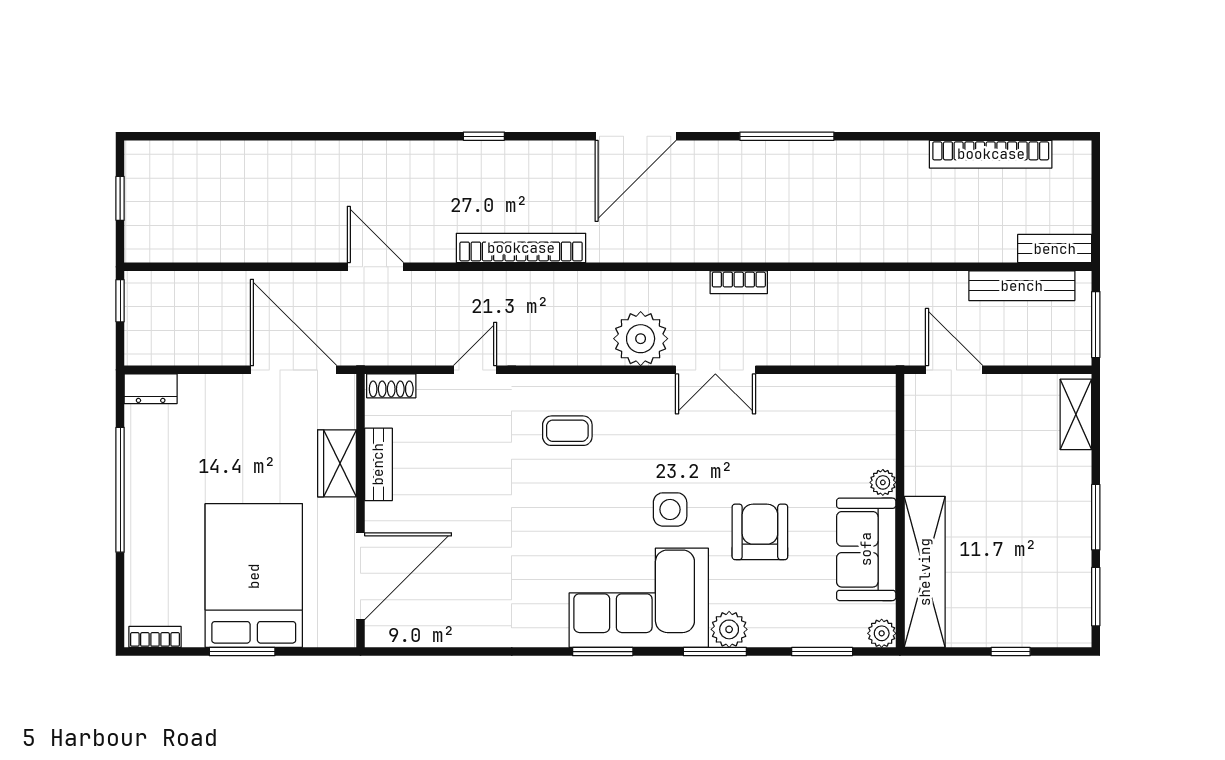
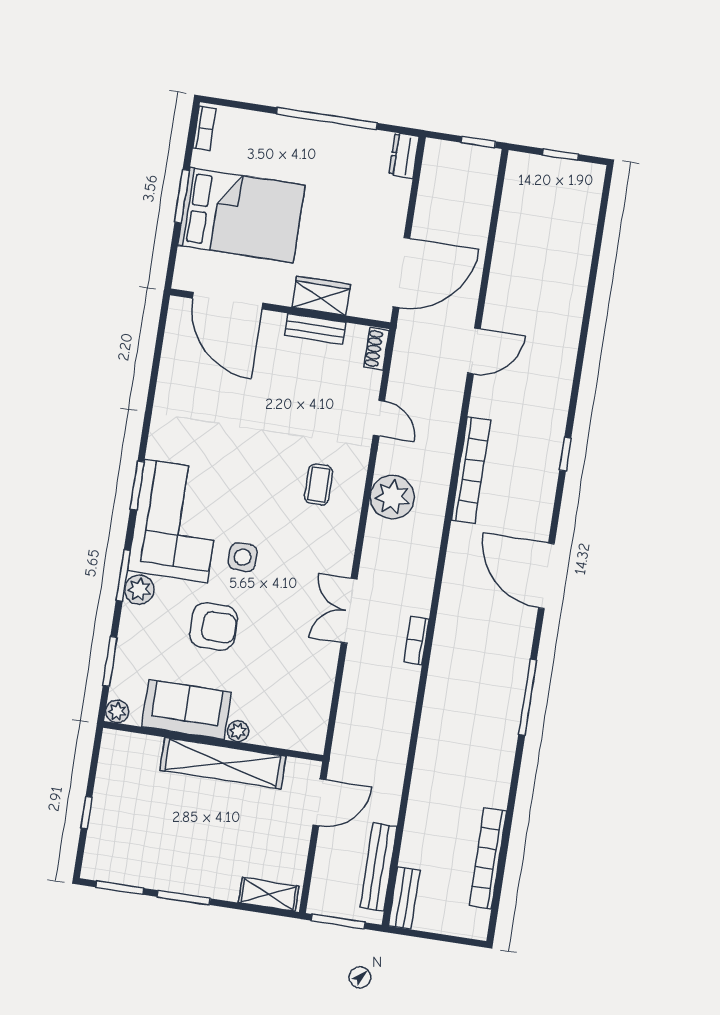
plant: (641, 339) -> (392, 497), moved
shelving: (925, 572) -> (223, 763), moved

